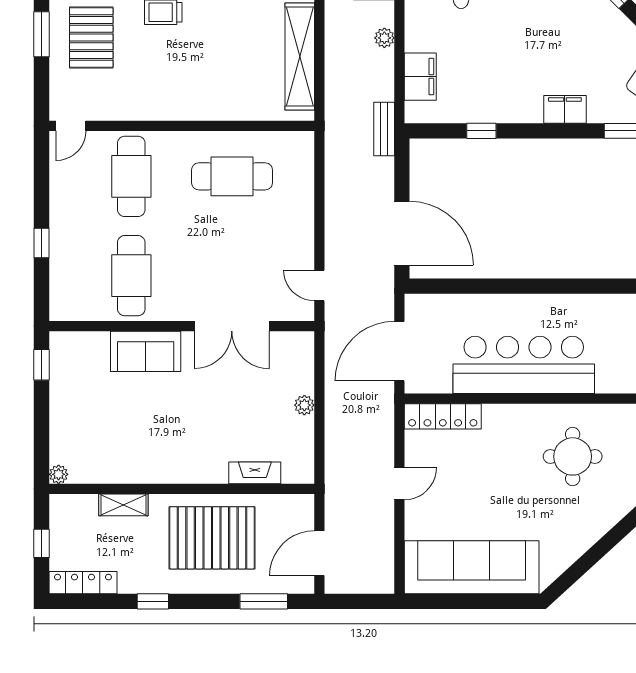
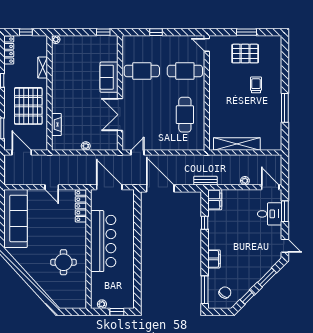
filing cabinet: (420, 77) -> (215, 200), moved, turned -90
door: (402, 233) -> (160, 188), swing flipped

